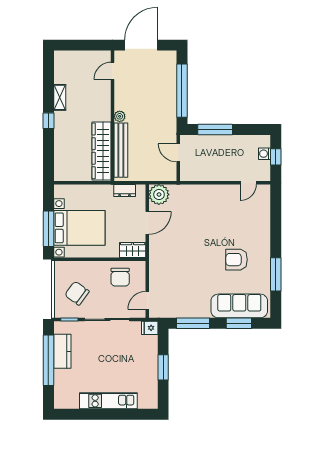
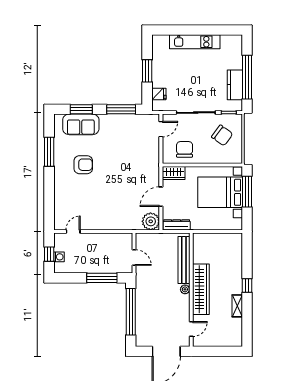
wardrobe: (101, 151) -> (201, 289), moved
dresser: (125, 190) -> (177, 225), width x1.44
sofa: (239, 306) -> (81, 124), width x0.73
fridge: (150, 328) -> (159, 94), moved

